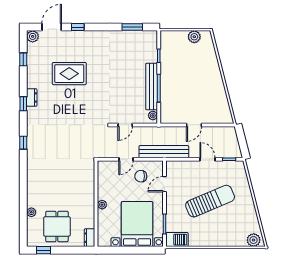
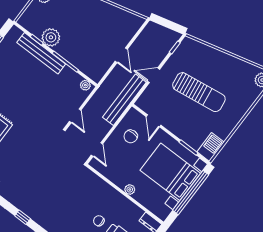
plant: (168, 64) -> (51, 37), added
bench: (152, 87) -> (41, 53), moved
door: (126, 159) -> (97, 150), moved
door: (208, 159) -> (153, 75), moved
chair: (63, 200) -> (99, 221), added
sun lounger: (210, 201) -> (199, 92), turned 105
window: (133, 250) -> (191, 193), added

